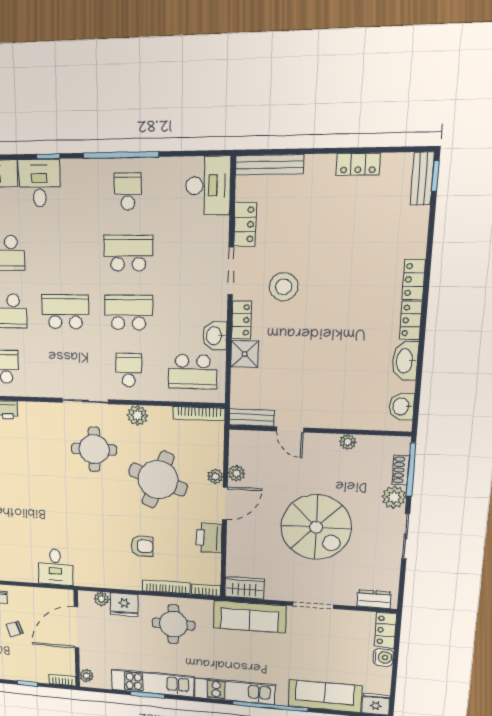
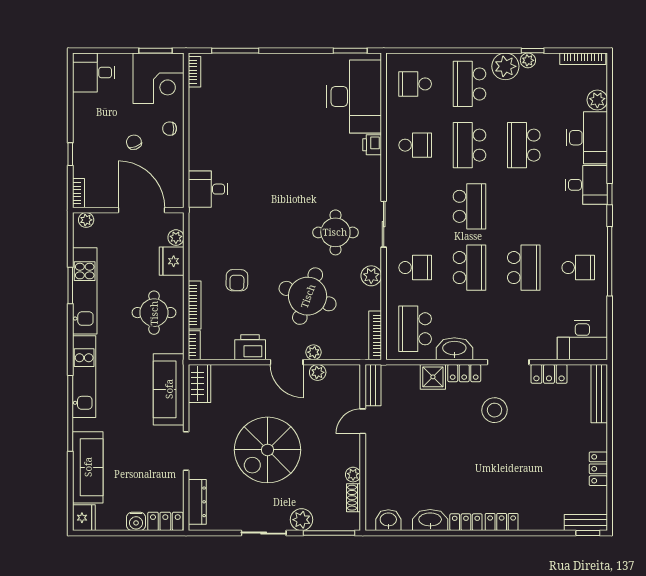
washbasin: (215, 336) -> (454, 349), width x1.38
shoe rack: (401, 470) -> (354, 498), moved, turned -90
dresser: (374, 599) -> (197, 502), width x1.44

